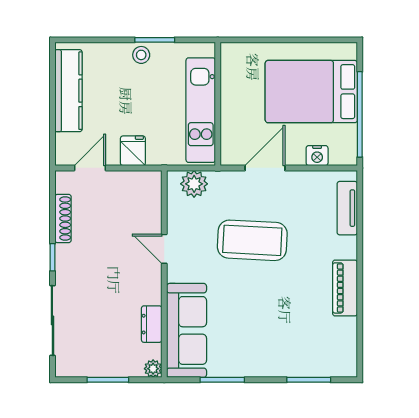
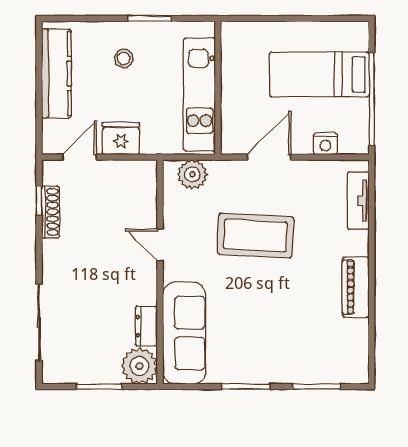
stool: (141, 55) -> (124, 58), moved
bed: (311, 92) -> (319, 74), width x0.67
fridge: (133, 151) -> (121, 139), width x1.38
window: (52, 257) -> (39, 200), moved
plant: (153, 369) -> (139, 366), width x1.88, depth x1.88
window: (222, 380) -> (246, 387), moved

